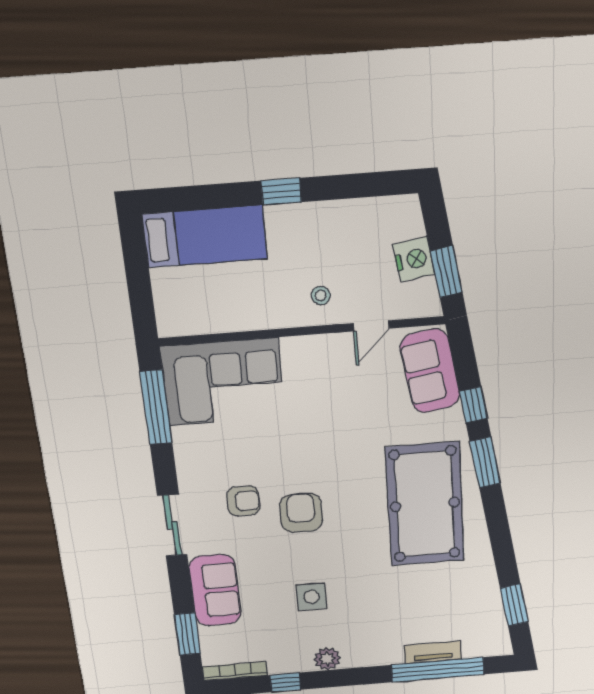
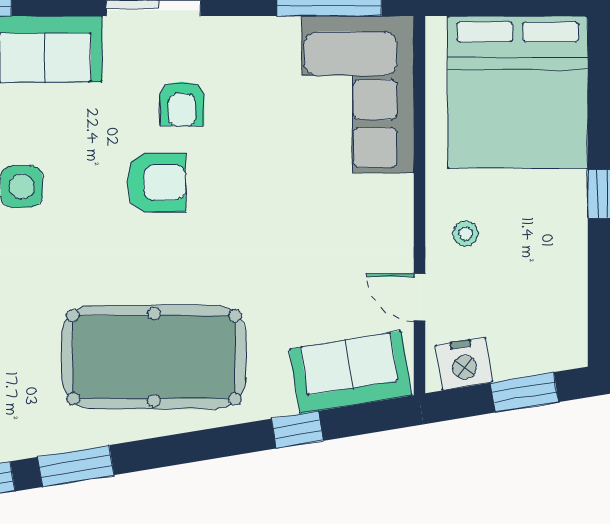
bed: (205, 237) -> (518, 92), width x2.04
nightstand: (414, 259) -> (464, 364), moved
window: (446, 272) -> (525, 392), moved
window: (485, 462) -> (76, 466), moved

